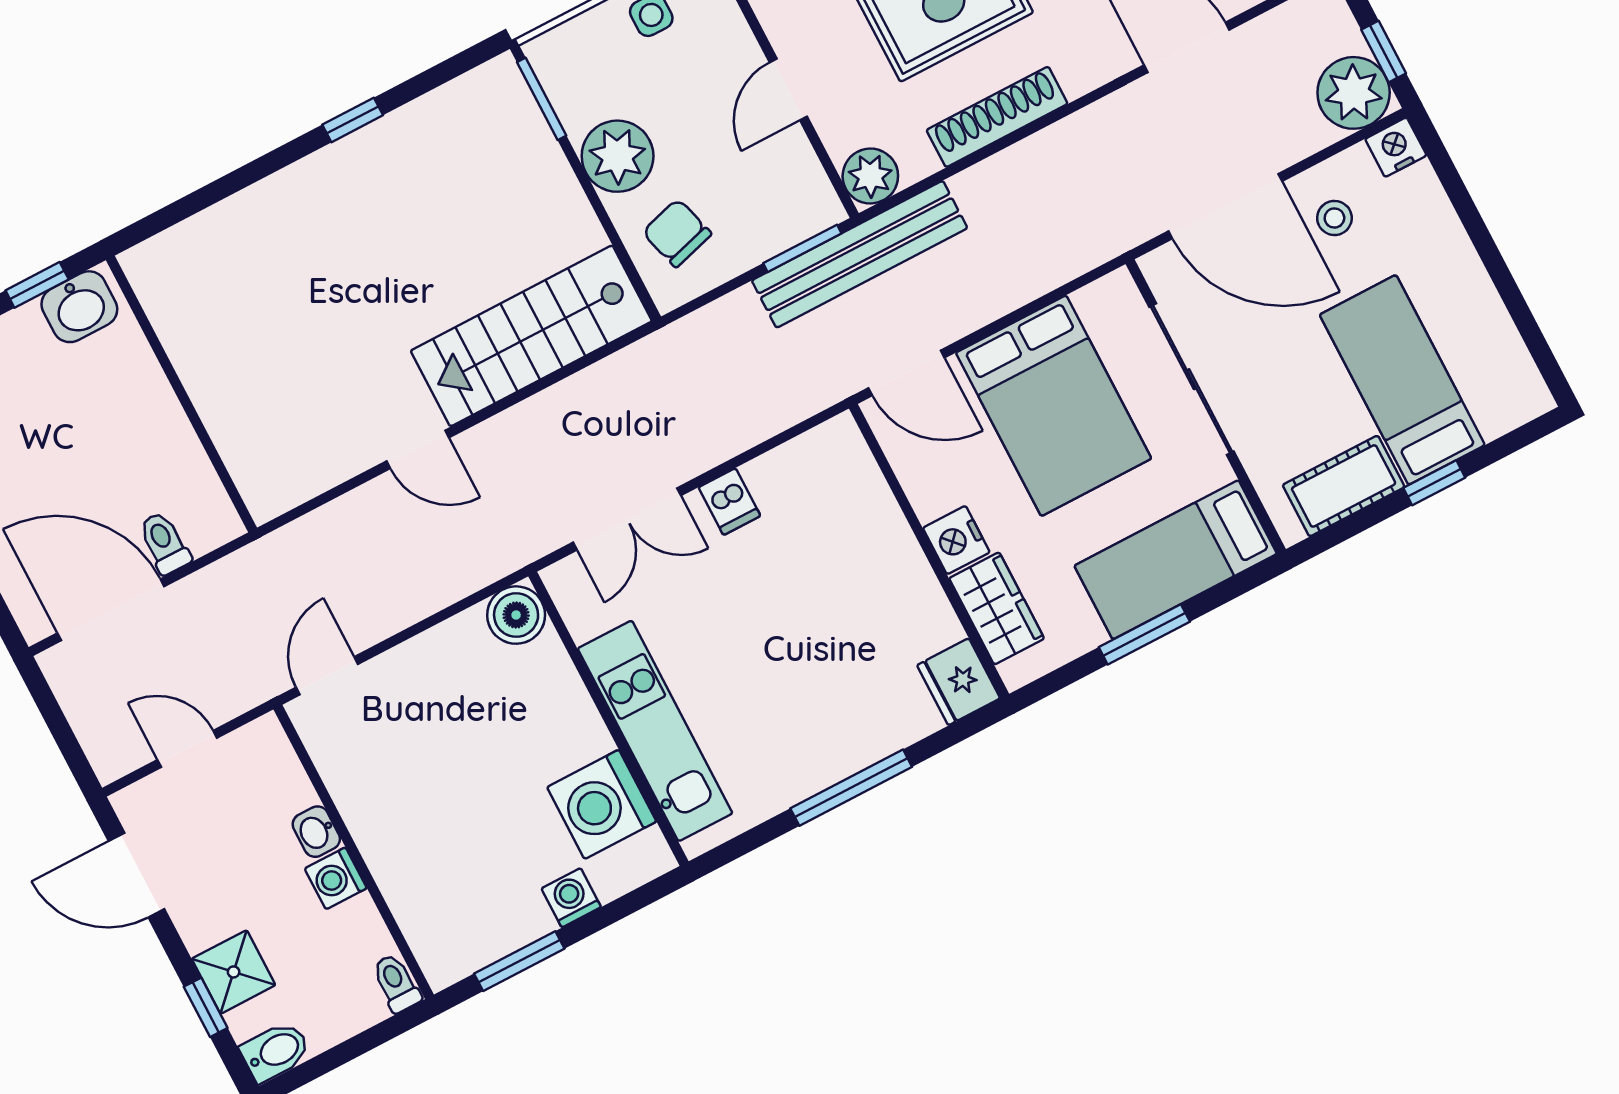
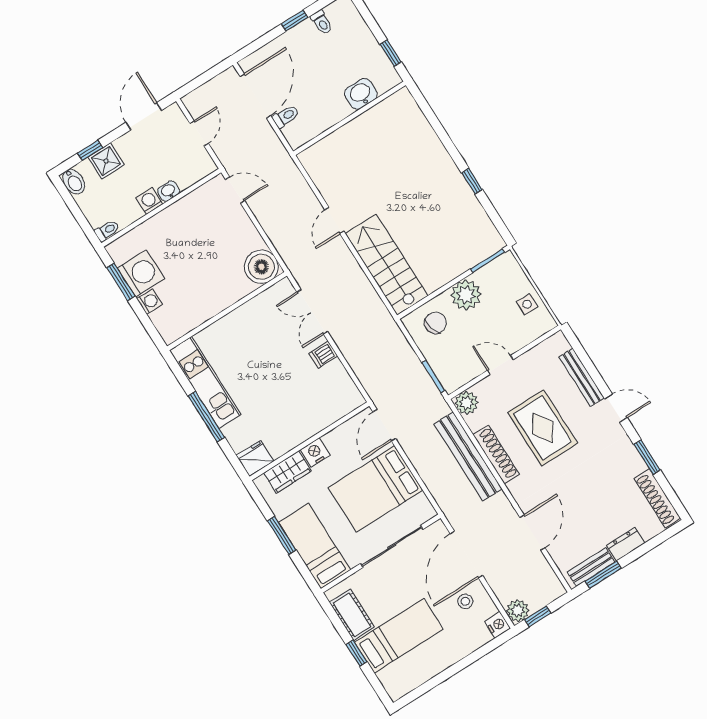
plant: (1354, 93) -> (518, 611), width x0.73, depth x0.73
bench: (860, 254) -> (468, 456), moved
washbasin: (79, 307) -> (361, 94), moved, turned 90
boiler: (516, 615) -> (261, 267), width x1.37, depth x1.37
kitchen unit: (655, 731) -> (205, 382), moved, turned -90
washing machine: (602, 804) -> (141, 273), moved, turned 90

